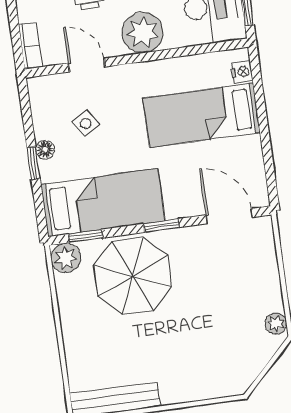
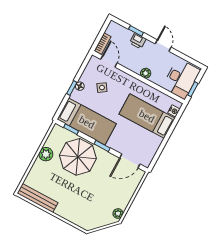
plant: (143, 32) -> (146, 73), width x0.53, depth x0.53
door: (87, 65) -> (109, 61), moved
door: (229, 216) -> (130, 161), swing flipped
plant: (66, 258) -> (46, 154), moved

